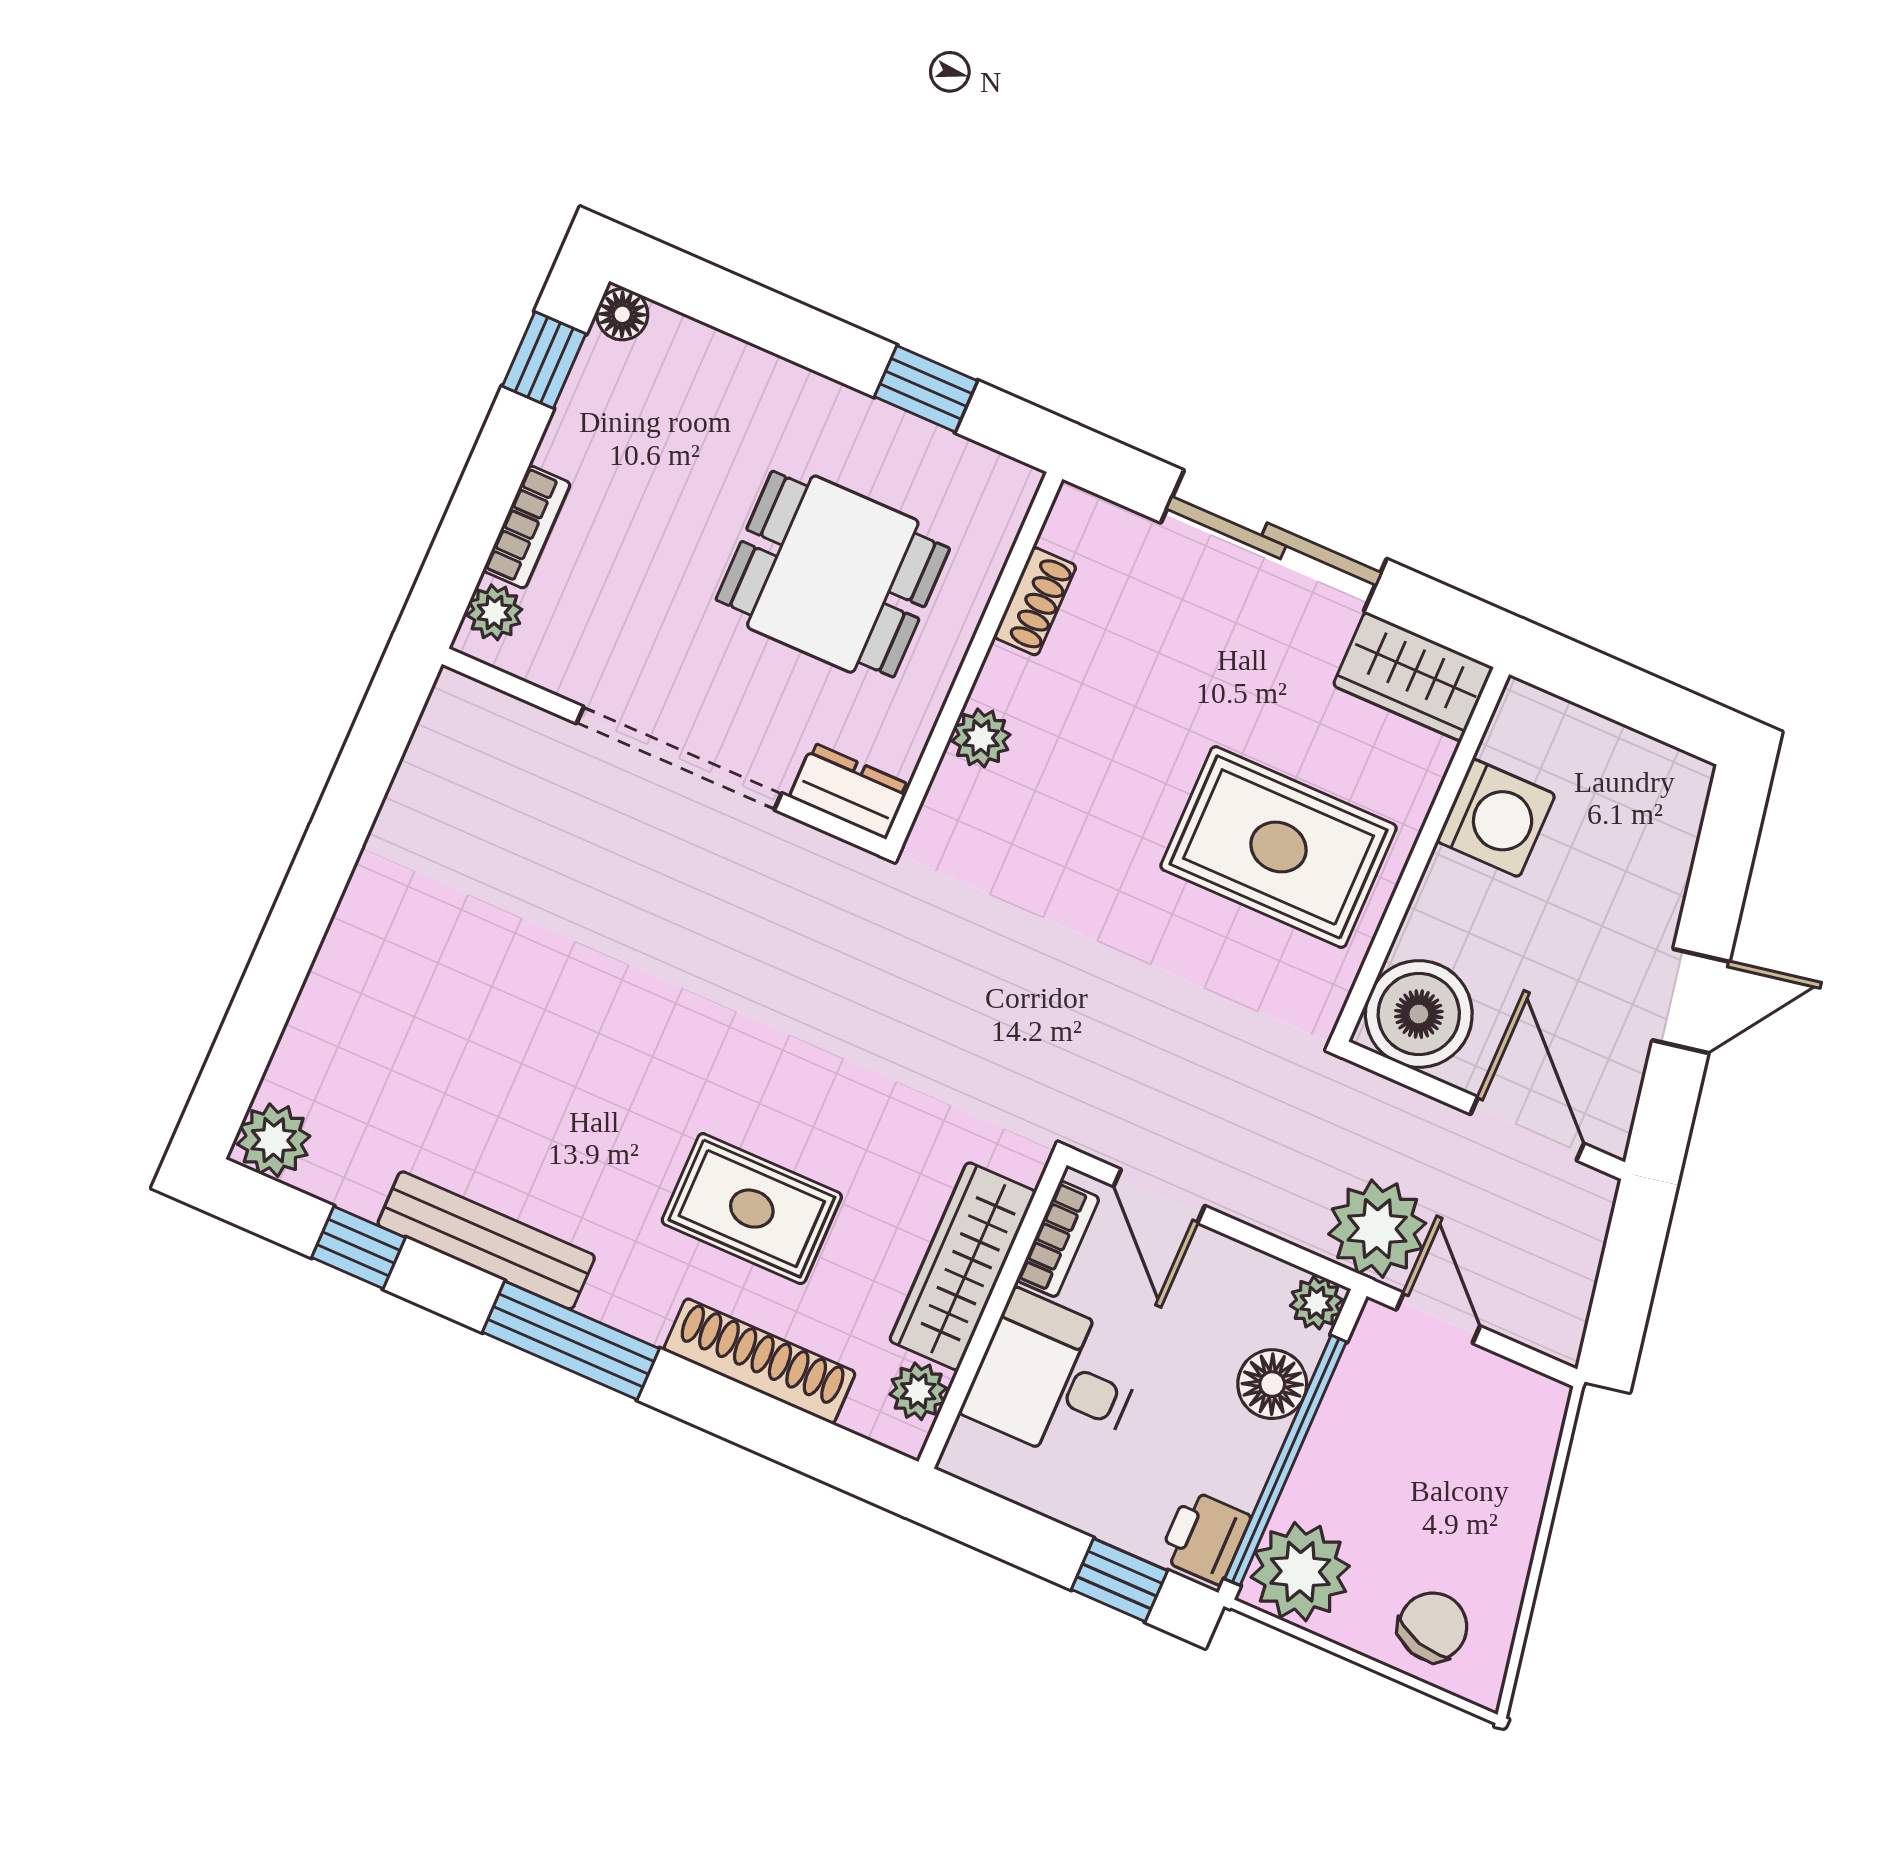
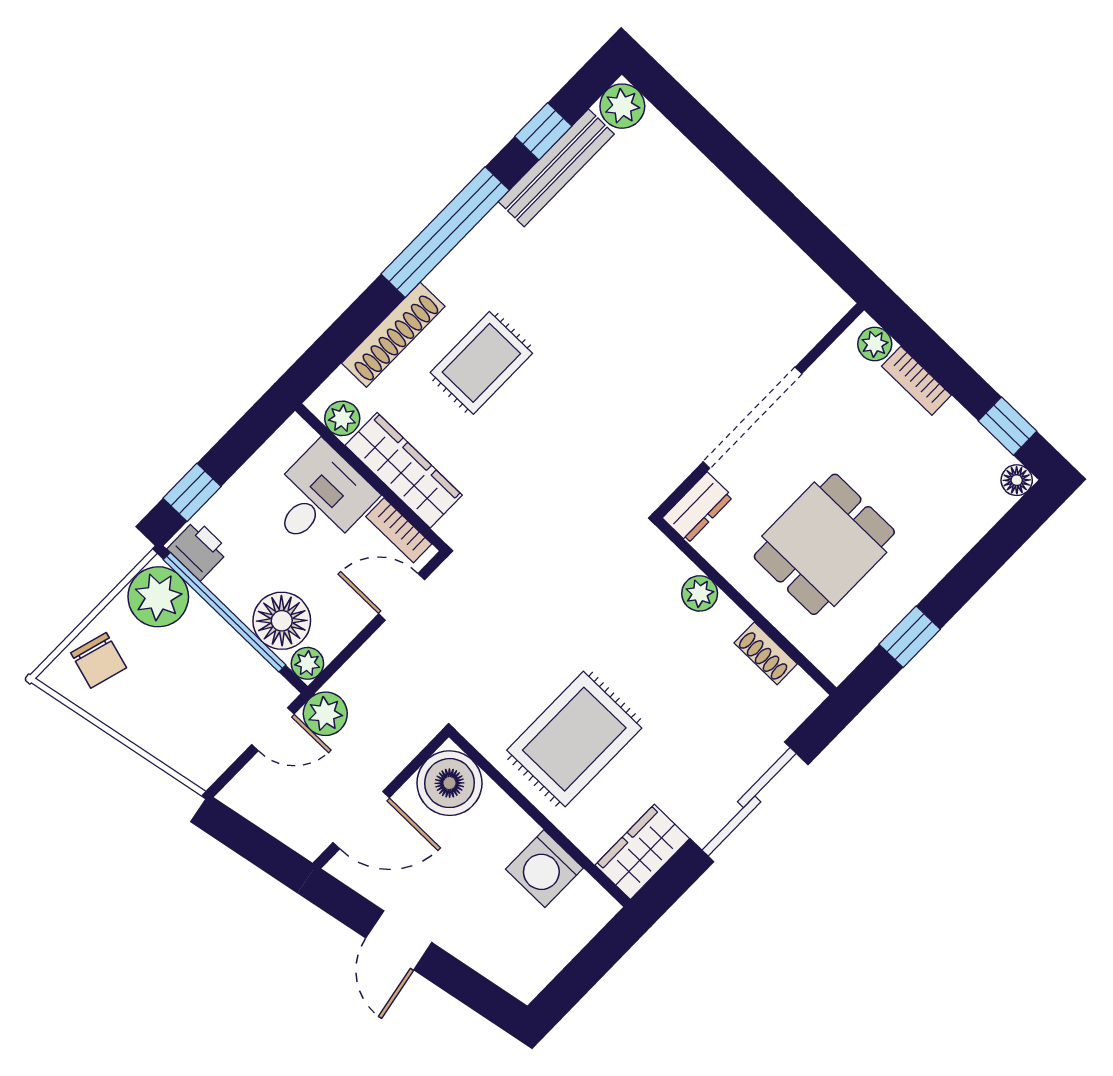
plant: (1377, 1229) -> (325, 714), width x0.73, depth x0.73
bench: (486, 1240) -> (556, 168), moved
window: (571, 1340) -> (445, 232), width x1.46
floor lamp: (1272, 1384) -> (282, 621), width x1.38, depth x1.38

